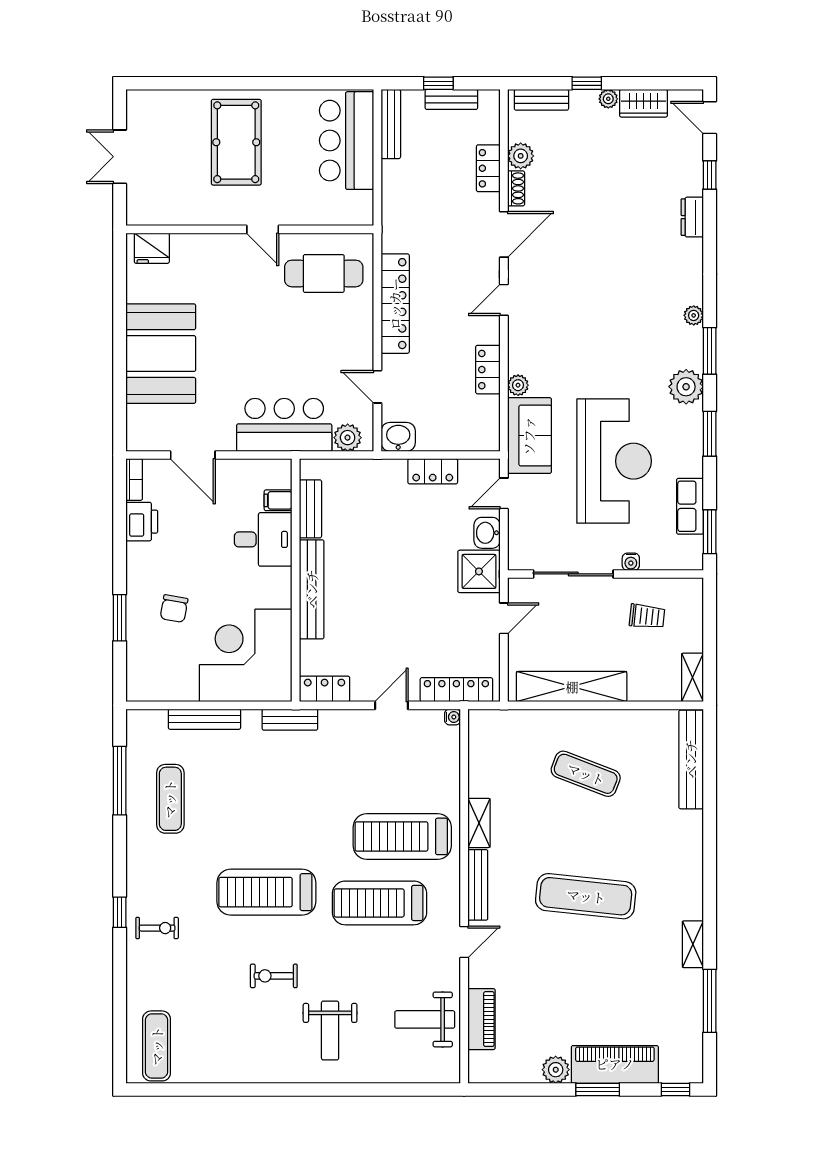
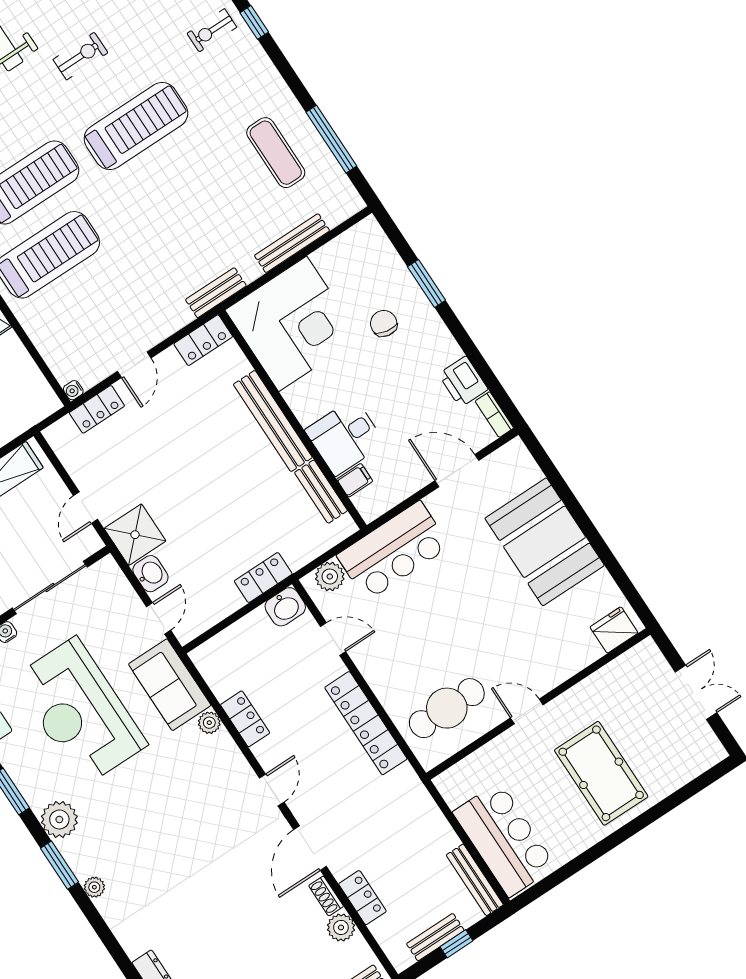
locker: (433, 471) -> (263, 578), moved
locker: (456, 690) -> (97, 409), width x0.66

